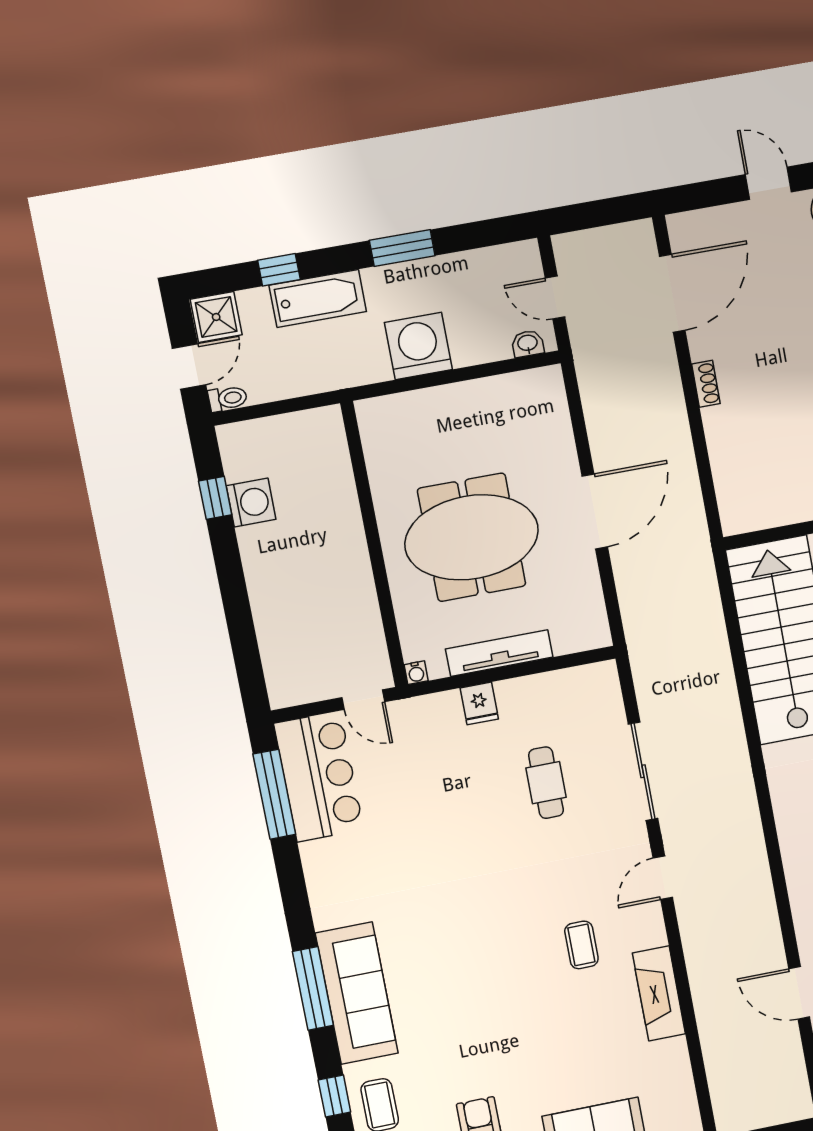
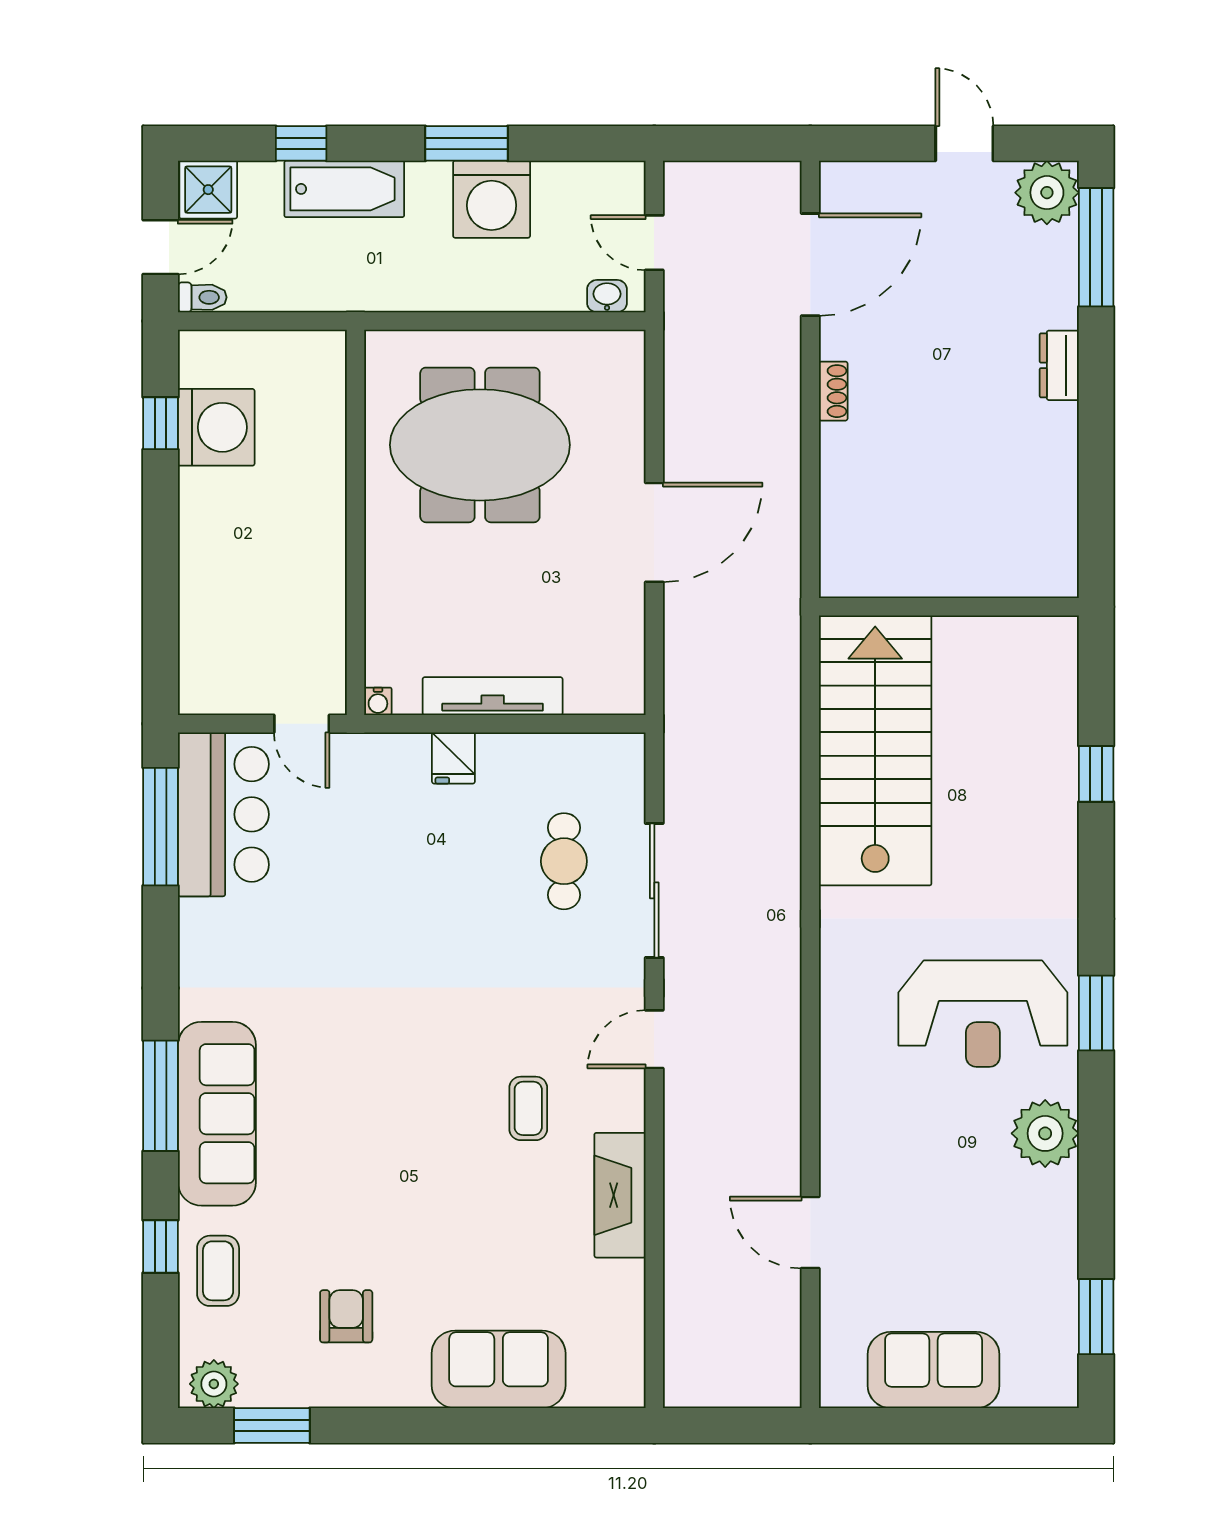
washing machine: (418, 346) -> (492, 199), moved, turned 180
washing machine: (251, 502) -> (216, 427), width x1.37, depth x1.37
meeting table: (472, 537) -> (480, 445), moved
cafe table: (546, 783) -> (564, 861), moved

